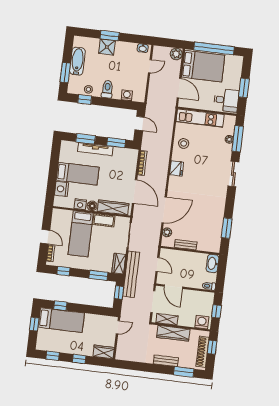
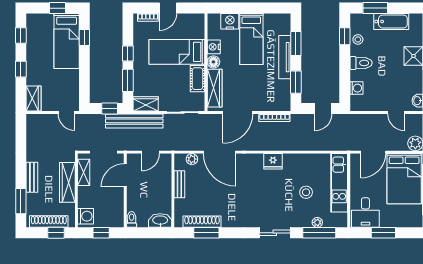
stool: (184, 143) -> (306, 192), moved
shoe rack: (217, 230) -> (202, 222), added
window: (63, 271) -> (128, 53), moved

